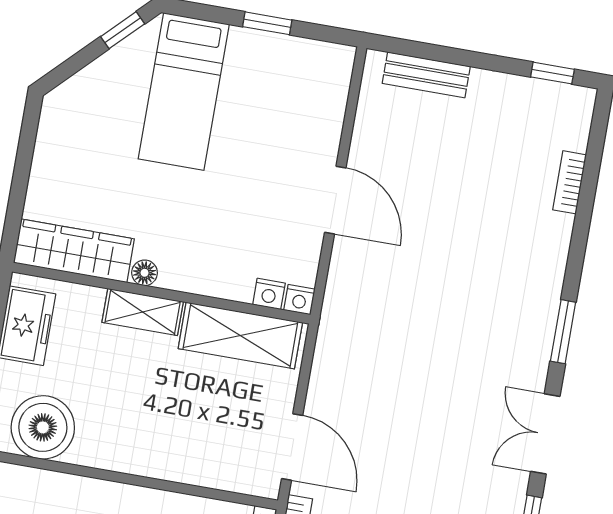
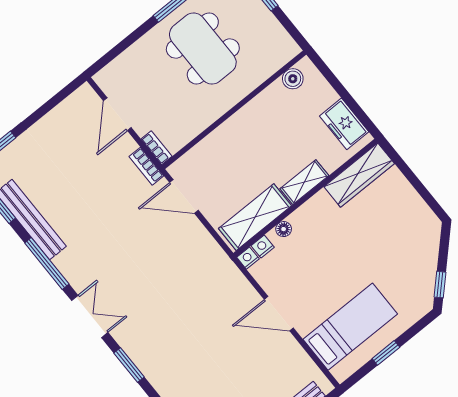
bed: (184, 92) -> (350, 327), moved, turned 90
floor lamp: (145, 273) -> (284, 229), moved
boiler: (43, 427) -> (293, 79), width x0.54, depth x0.54

